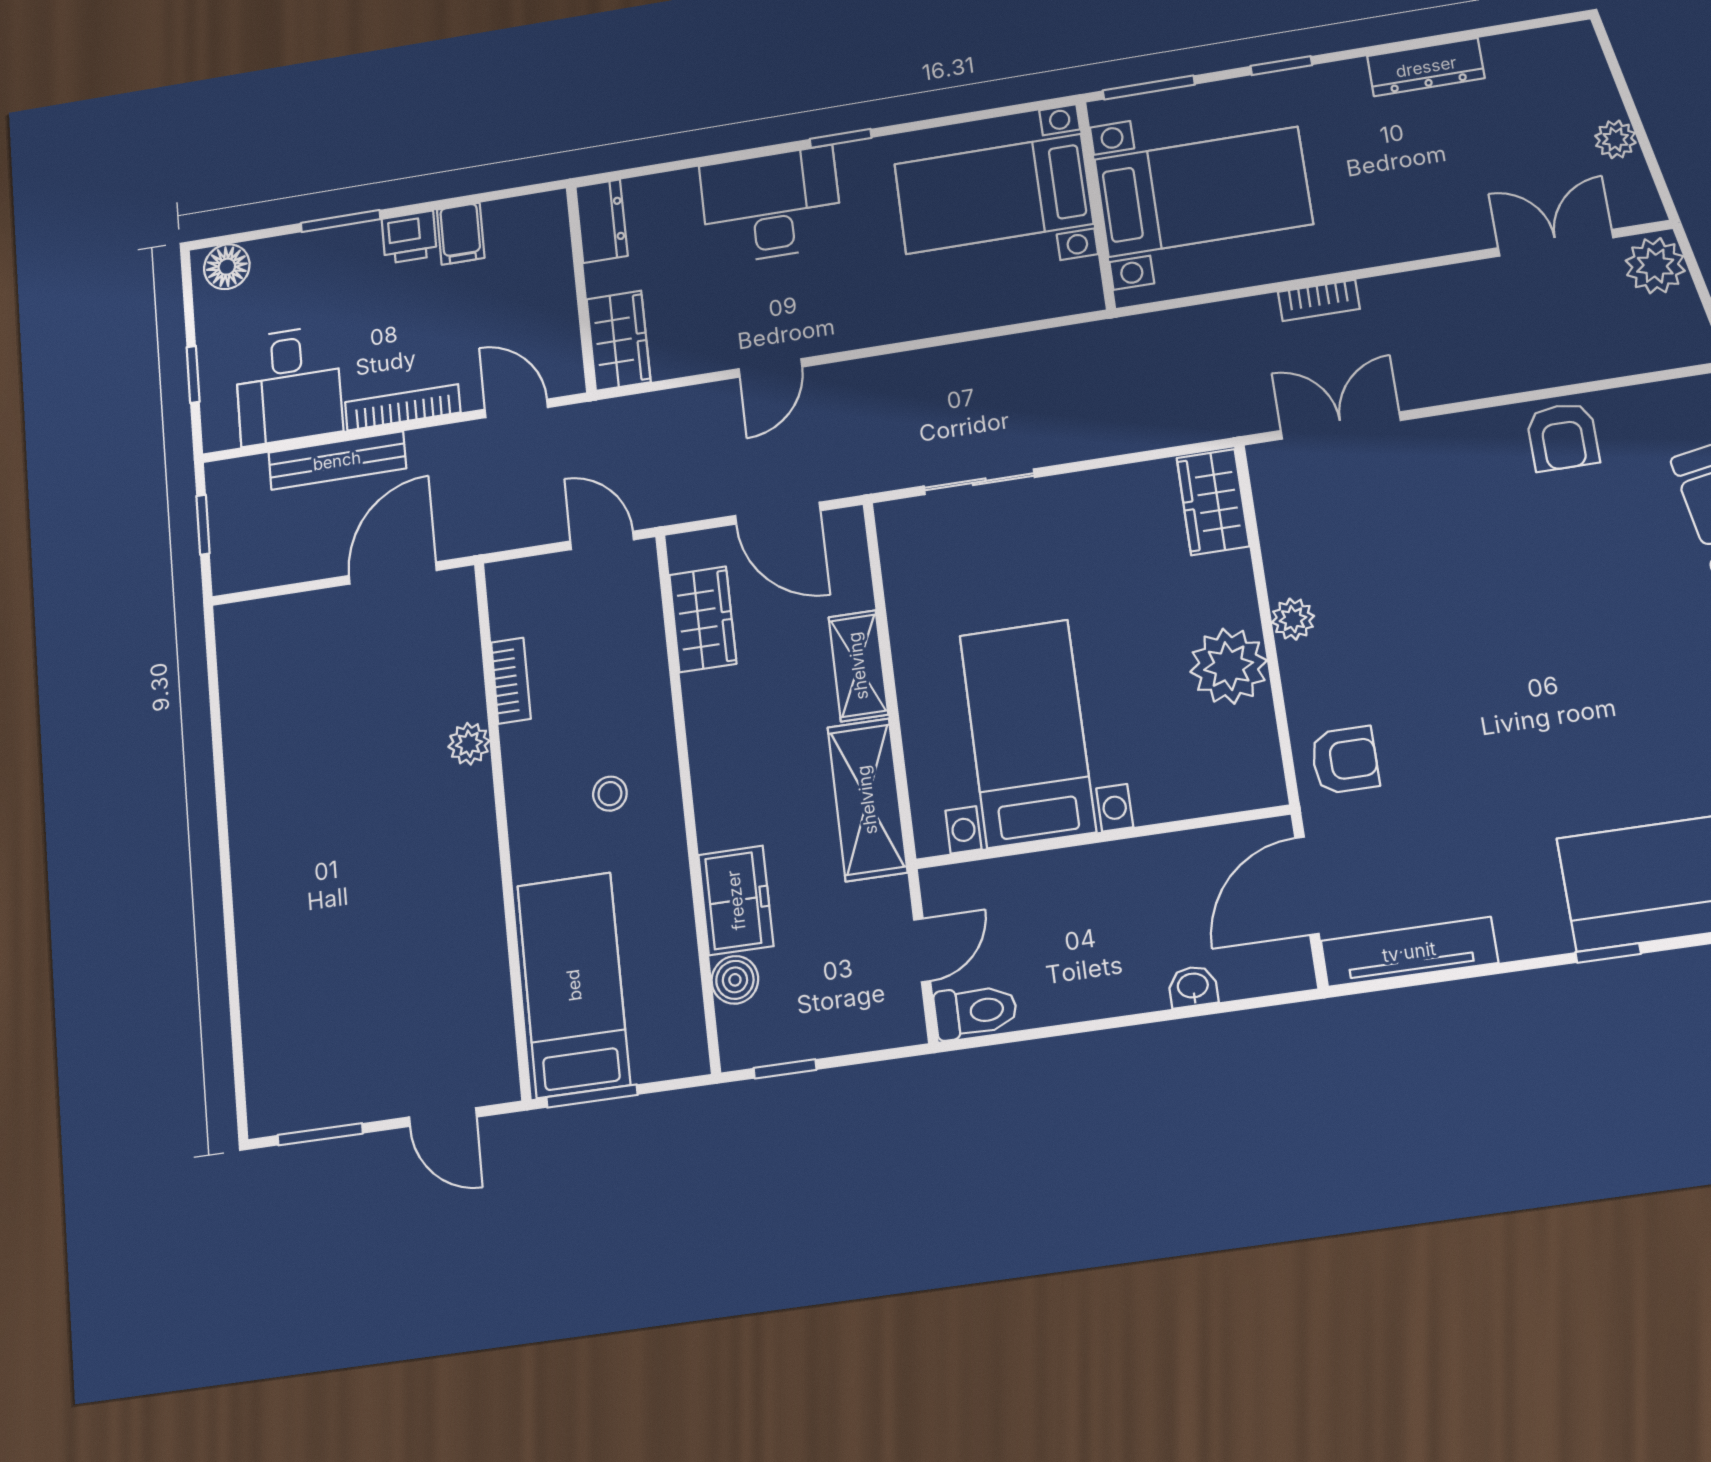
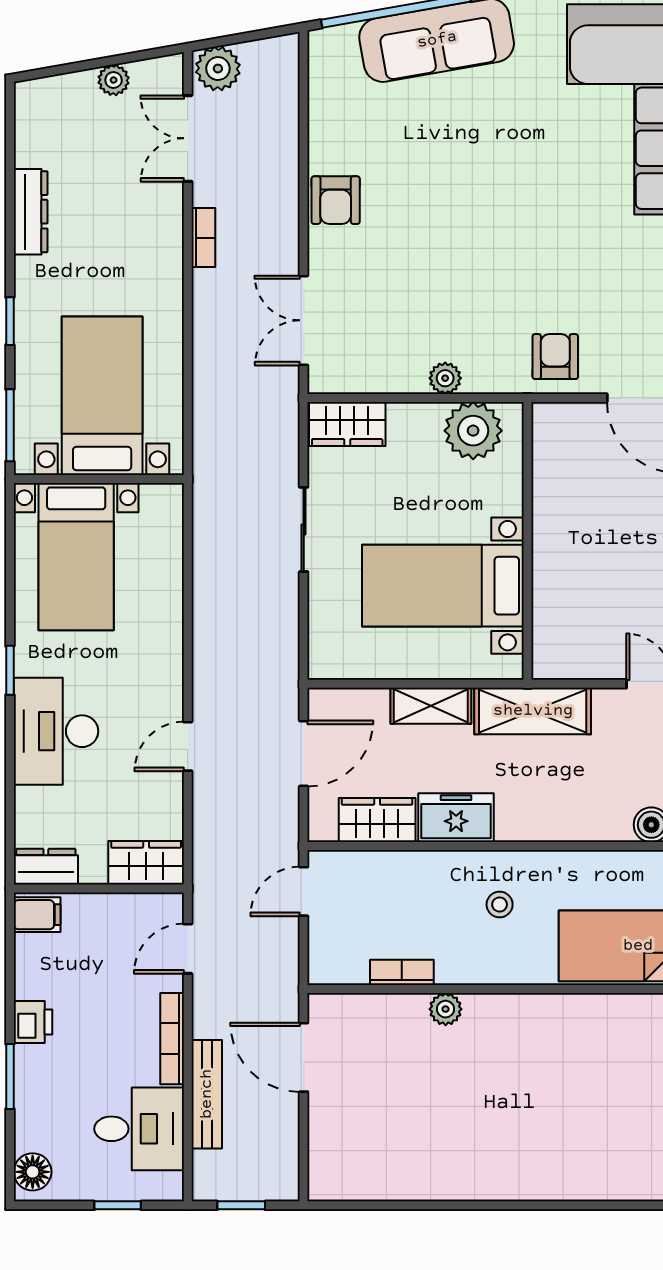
filing cabinet: (461, 234) -> (37, 915), moved
bookcase: (1319, 300) -> (203, 238), moved
door: (770, 368) -> (188, 746), swing flipped
armchair: (1563, 437) -> (336, 200), moved, turned 90
sliding door: (979, 482) -> (304, 529), moved
bed with nightstands: (1028, 733) -> (443, 586), moved
wall: (1102, 837) -> (528, 541), moved
freezer: (736, 900) -> (456, 818), moved

